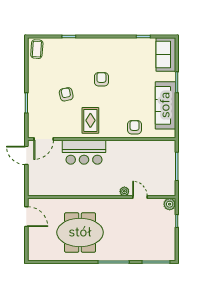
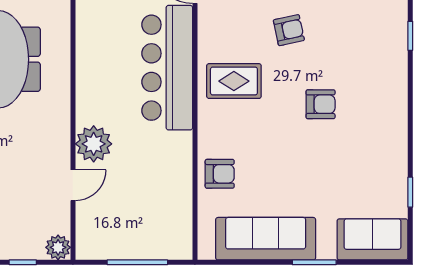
bar counter: (84, 152) -> (167, 68), width x1.36
plant: (124, 191) -> (94, 144), width x1.87, depth x1.87

